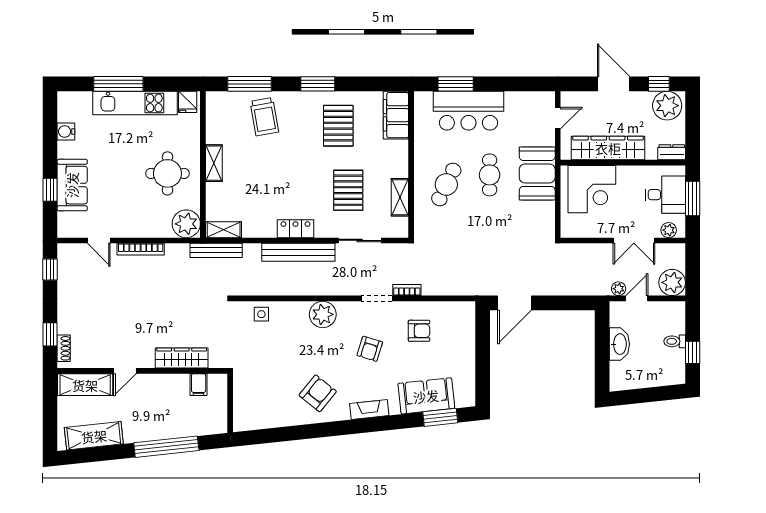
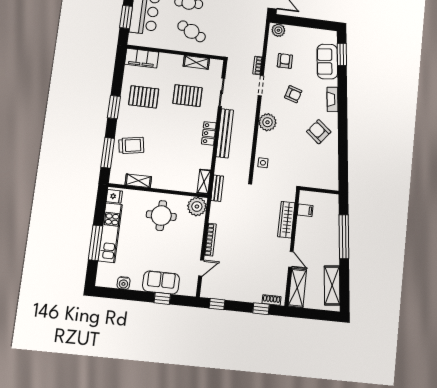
shelving: (214, 163) -> (138, 181), moved
bench: (216, 250) -> (217, 188), width x0.73
plant: (465, 316) -> (278, 30), added

